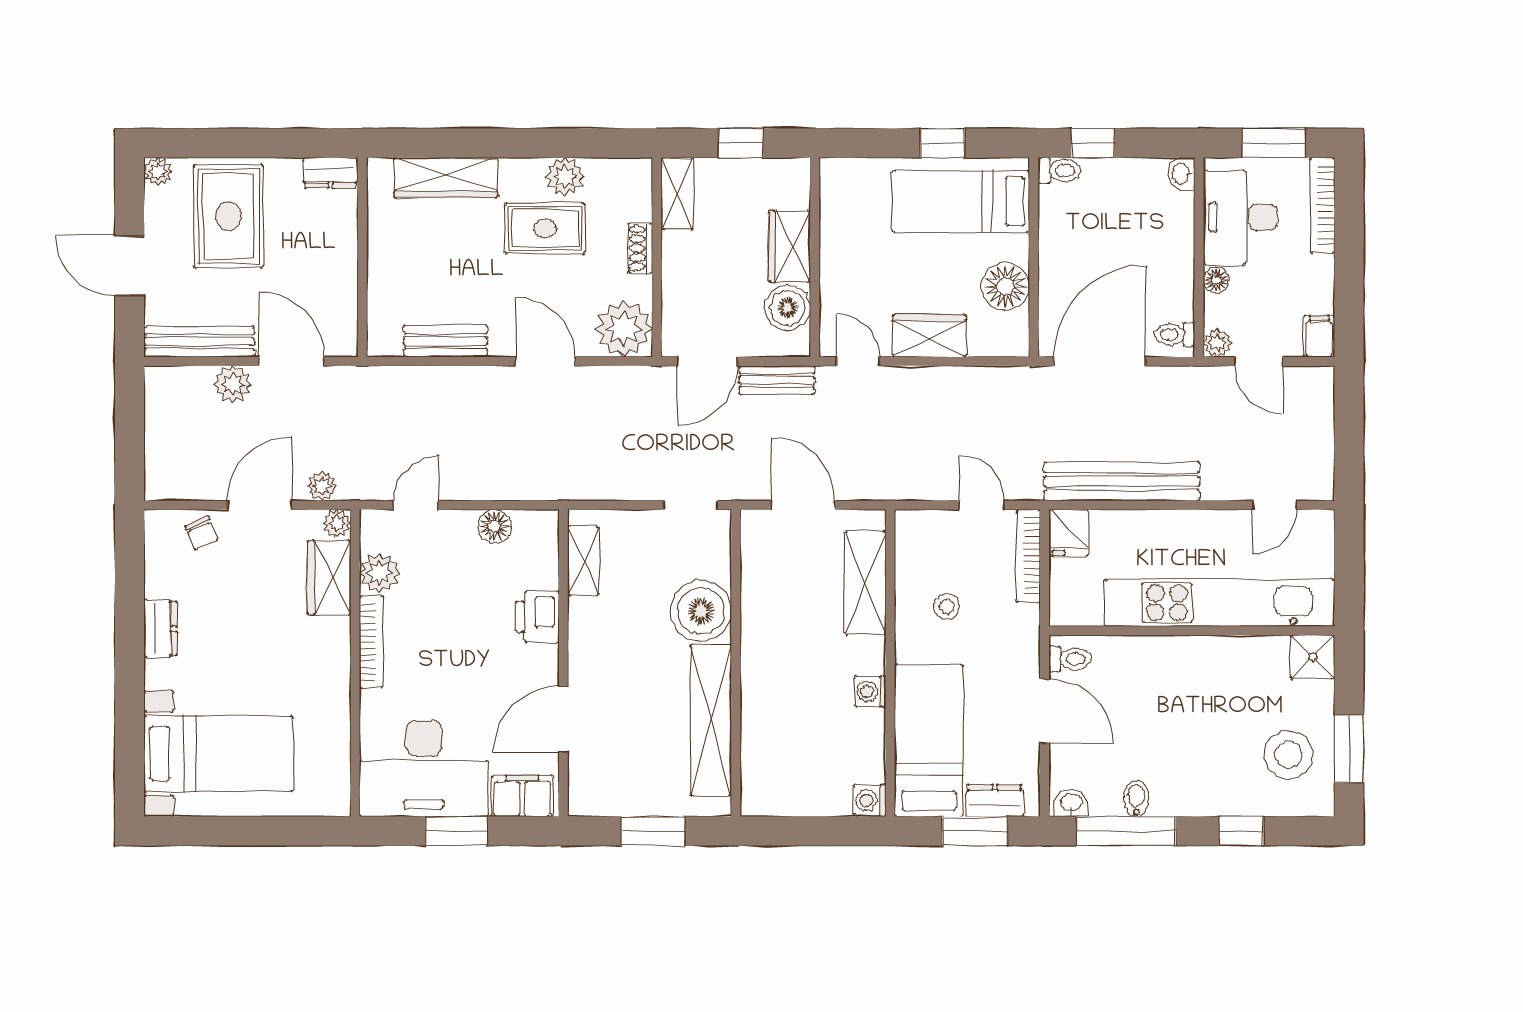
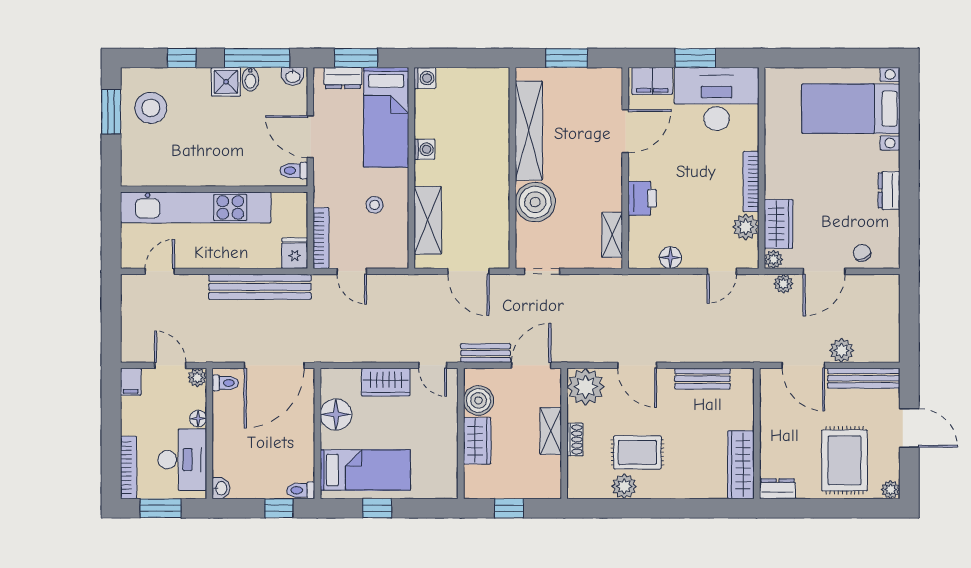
wardrobe: (446, 178) -> (741, 465), moved, turned -90
shelving: (677, 194) -> (551, 431), moved
shower: (1313, 657) -> (226, 82), moved

